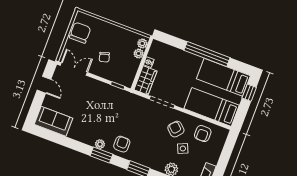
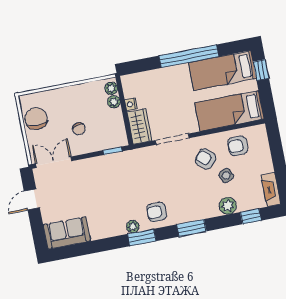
door: (44, 85) -> (32, 199), swing flipped
armchair: (203, 134) -> (238, 146), turned 90
armchair: (122, 144) -> (157, 212), turned -90

